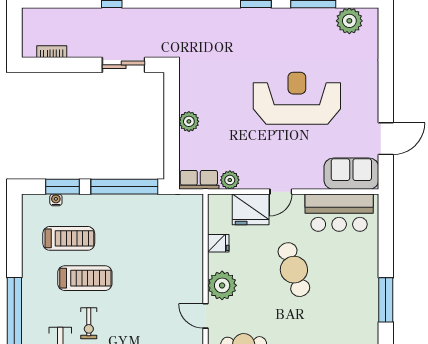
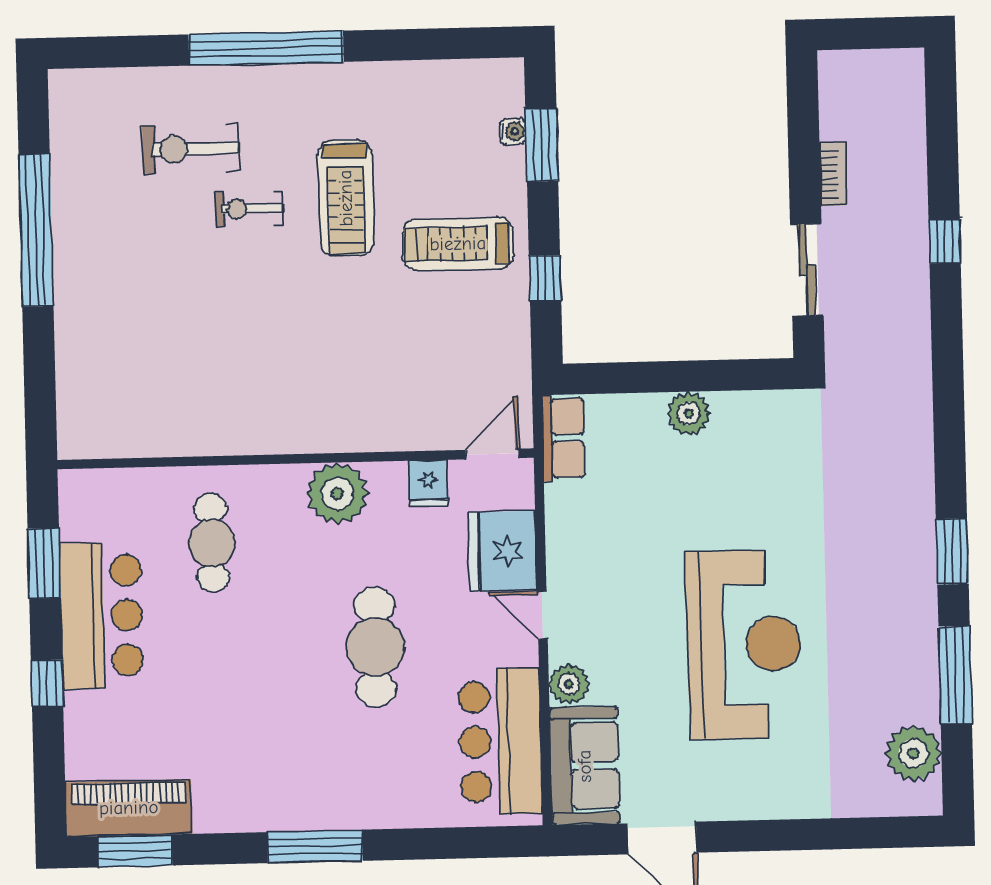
bookcase: (52, 52) -> (833, 174), moved
plant: (230, 180) -> (569, 684), moved
window: (124, 187) -> (545, 278), width x0.32
treadmill: (69, 238) -> (458, 244), moved, turned 90
cafe table: (294, 270) -> (375, 647), turned -71
door: (205, 316) -> (492, 454), moved

